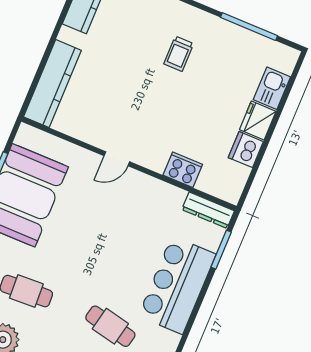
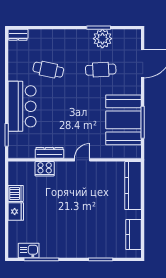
trolley: (179, 54) -> (73, 229), removed
kitchen sink: (272, 88) -> (29, 250), moved, turned -90
dresser: (208, 210) -> (49, 153), moved

